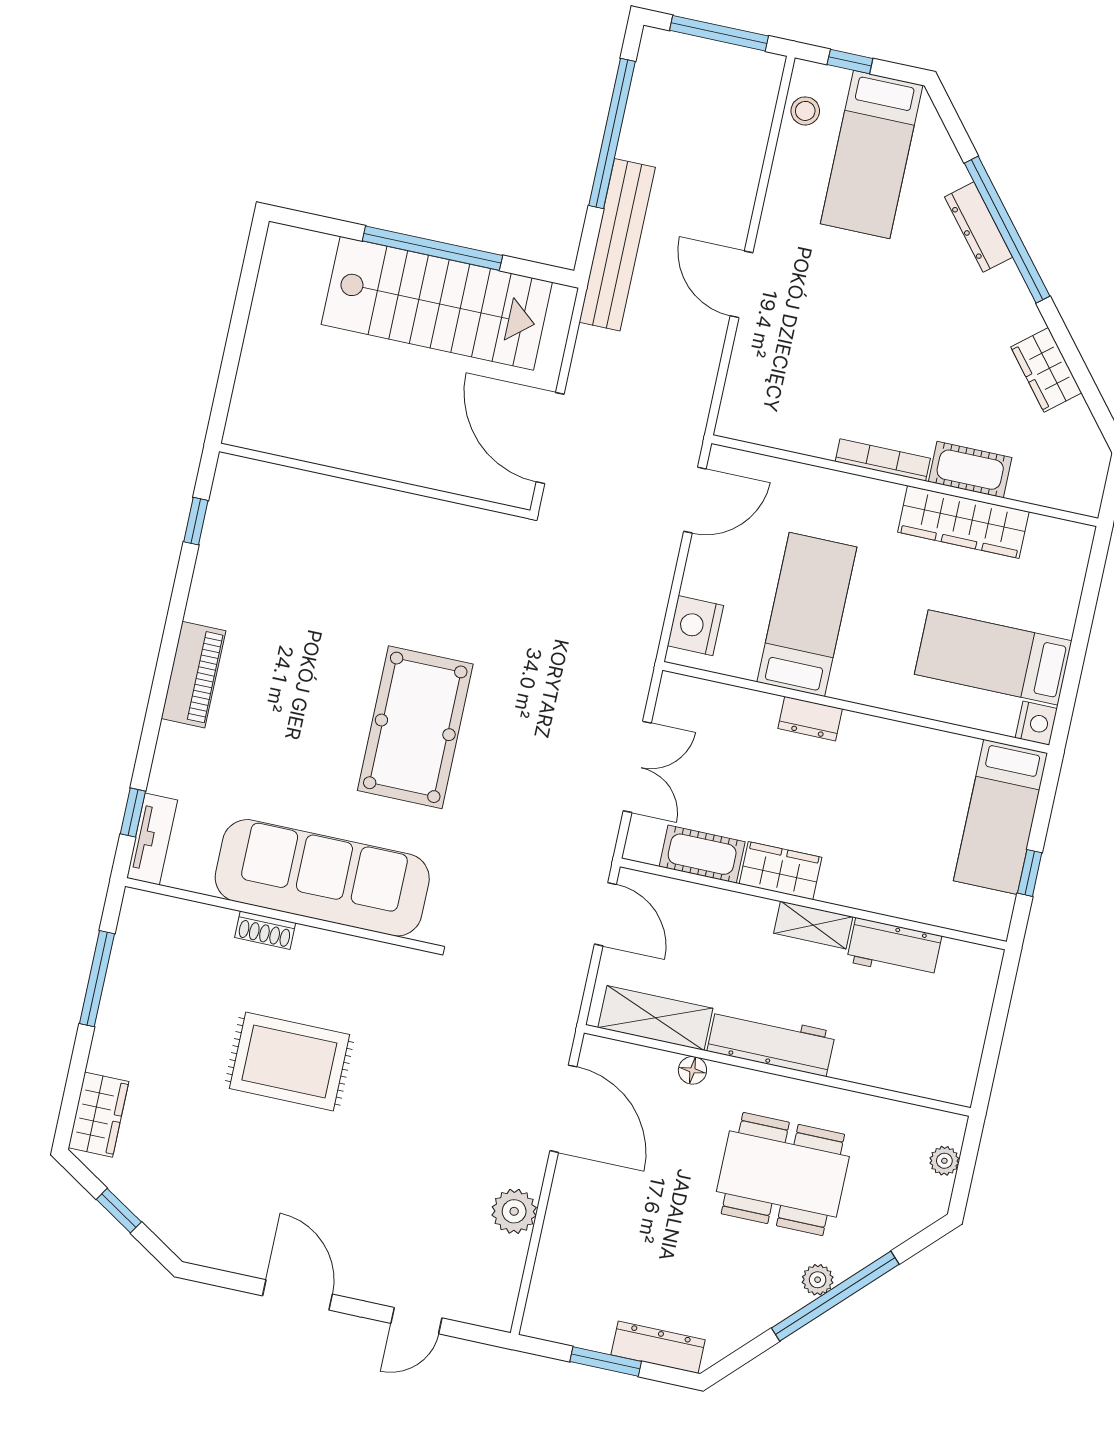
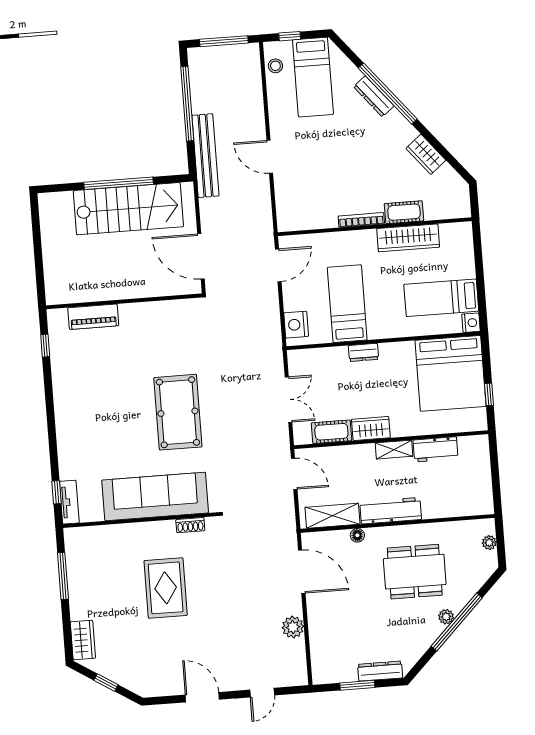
piano: (193, 675) -> (93, 317), moved, turned 90
bed: (1001, 817) -> (451, 373), width x2.04
shoe rack: (265, 930) -> (190, 525), moved
rug: (289, 1062) -> (166, 588), turned 90

